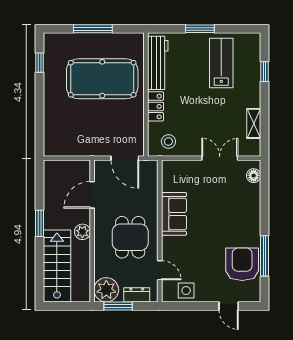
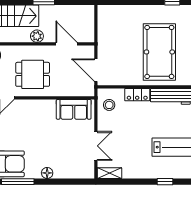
shelving: (254, 123) -> (109, 173), moved
door: (125, 158) -> (96, 70), hinge flipped
floor lamp: (254, 176) -> (47, 173), moved
sofa: (174, 214) -> (74, 109), moved

